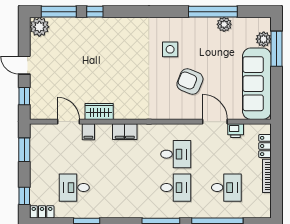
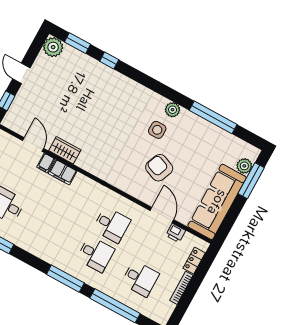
window: (59, 12) -> (77, 43), width x0.69
plant: (224, 24) -> (173, 110), moved
filing cabinet: (125, 132) -> (63, 172), moved

